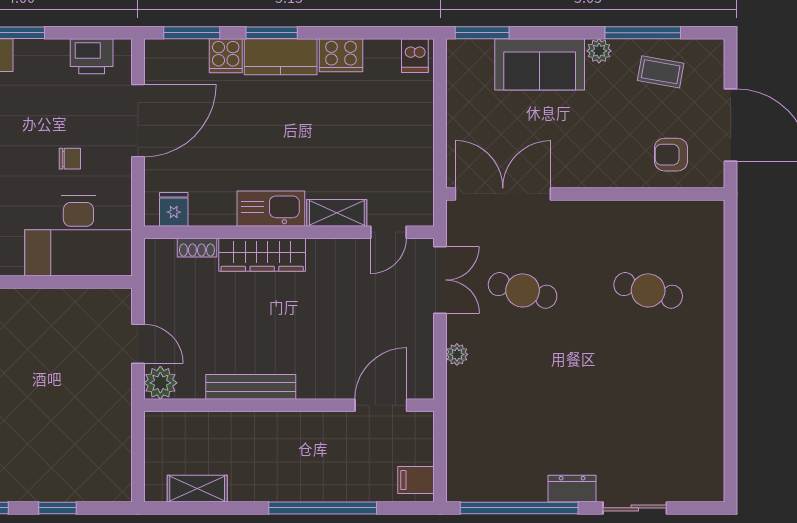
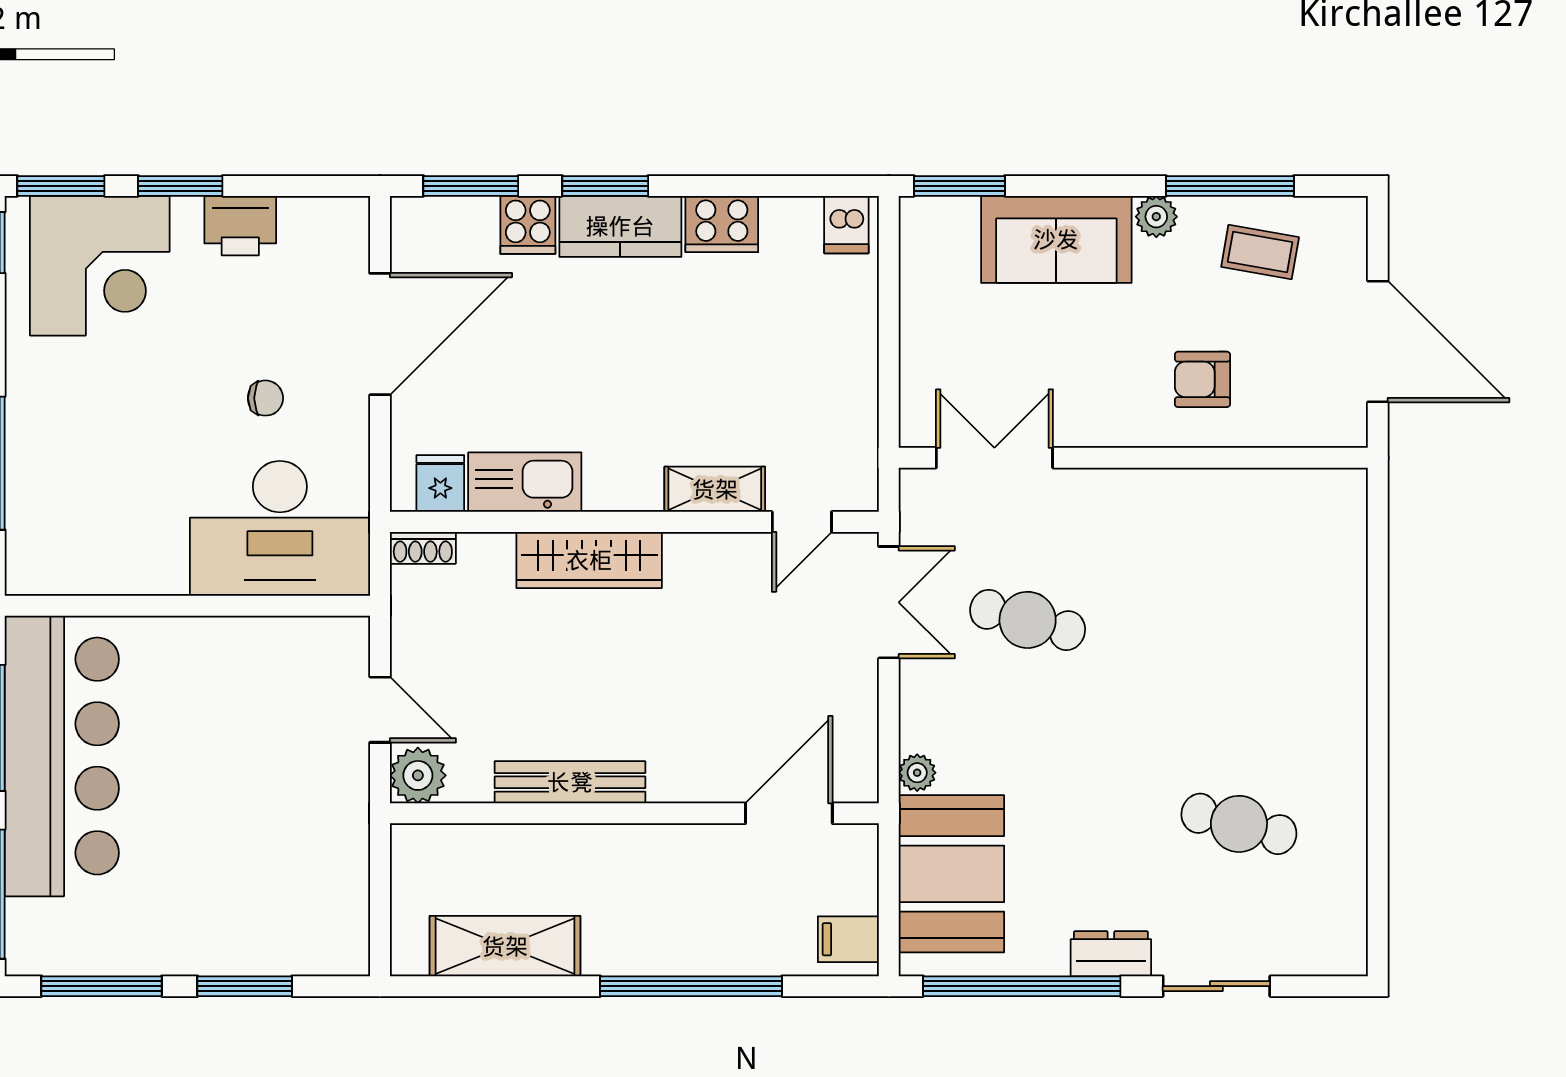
printer: (92, 56) -> (240, 226), moved
armchair: (671, 155) -> (1202, 379), moved
double door: (503, 194) -> (994, 458), width x0.73
kitchen sink: (271, 209) -> (525, 482), moved
shoe rack: (197, 248) -> (423, 548), moved
cafe table: (648, 290) -> (1239, 824), moved
plant: (457, 354) -> (917, 773), moved
booth: (477, 441) -> (951, 874), added
shelving: (197, 489) -> (505, 946), width x1.50, depth x1.33
window: (58, 508) -> (245, 986), width x1.50

